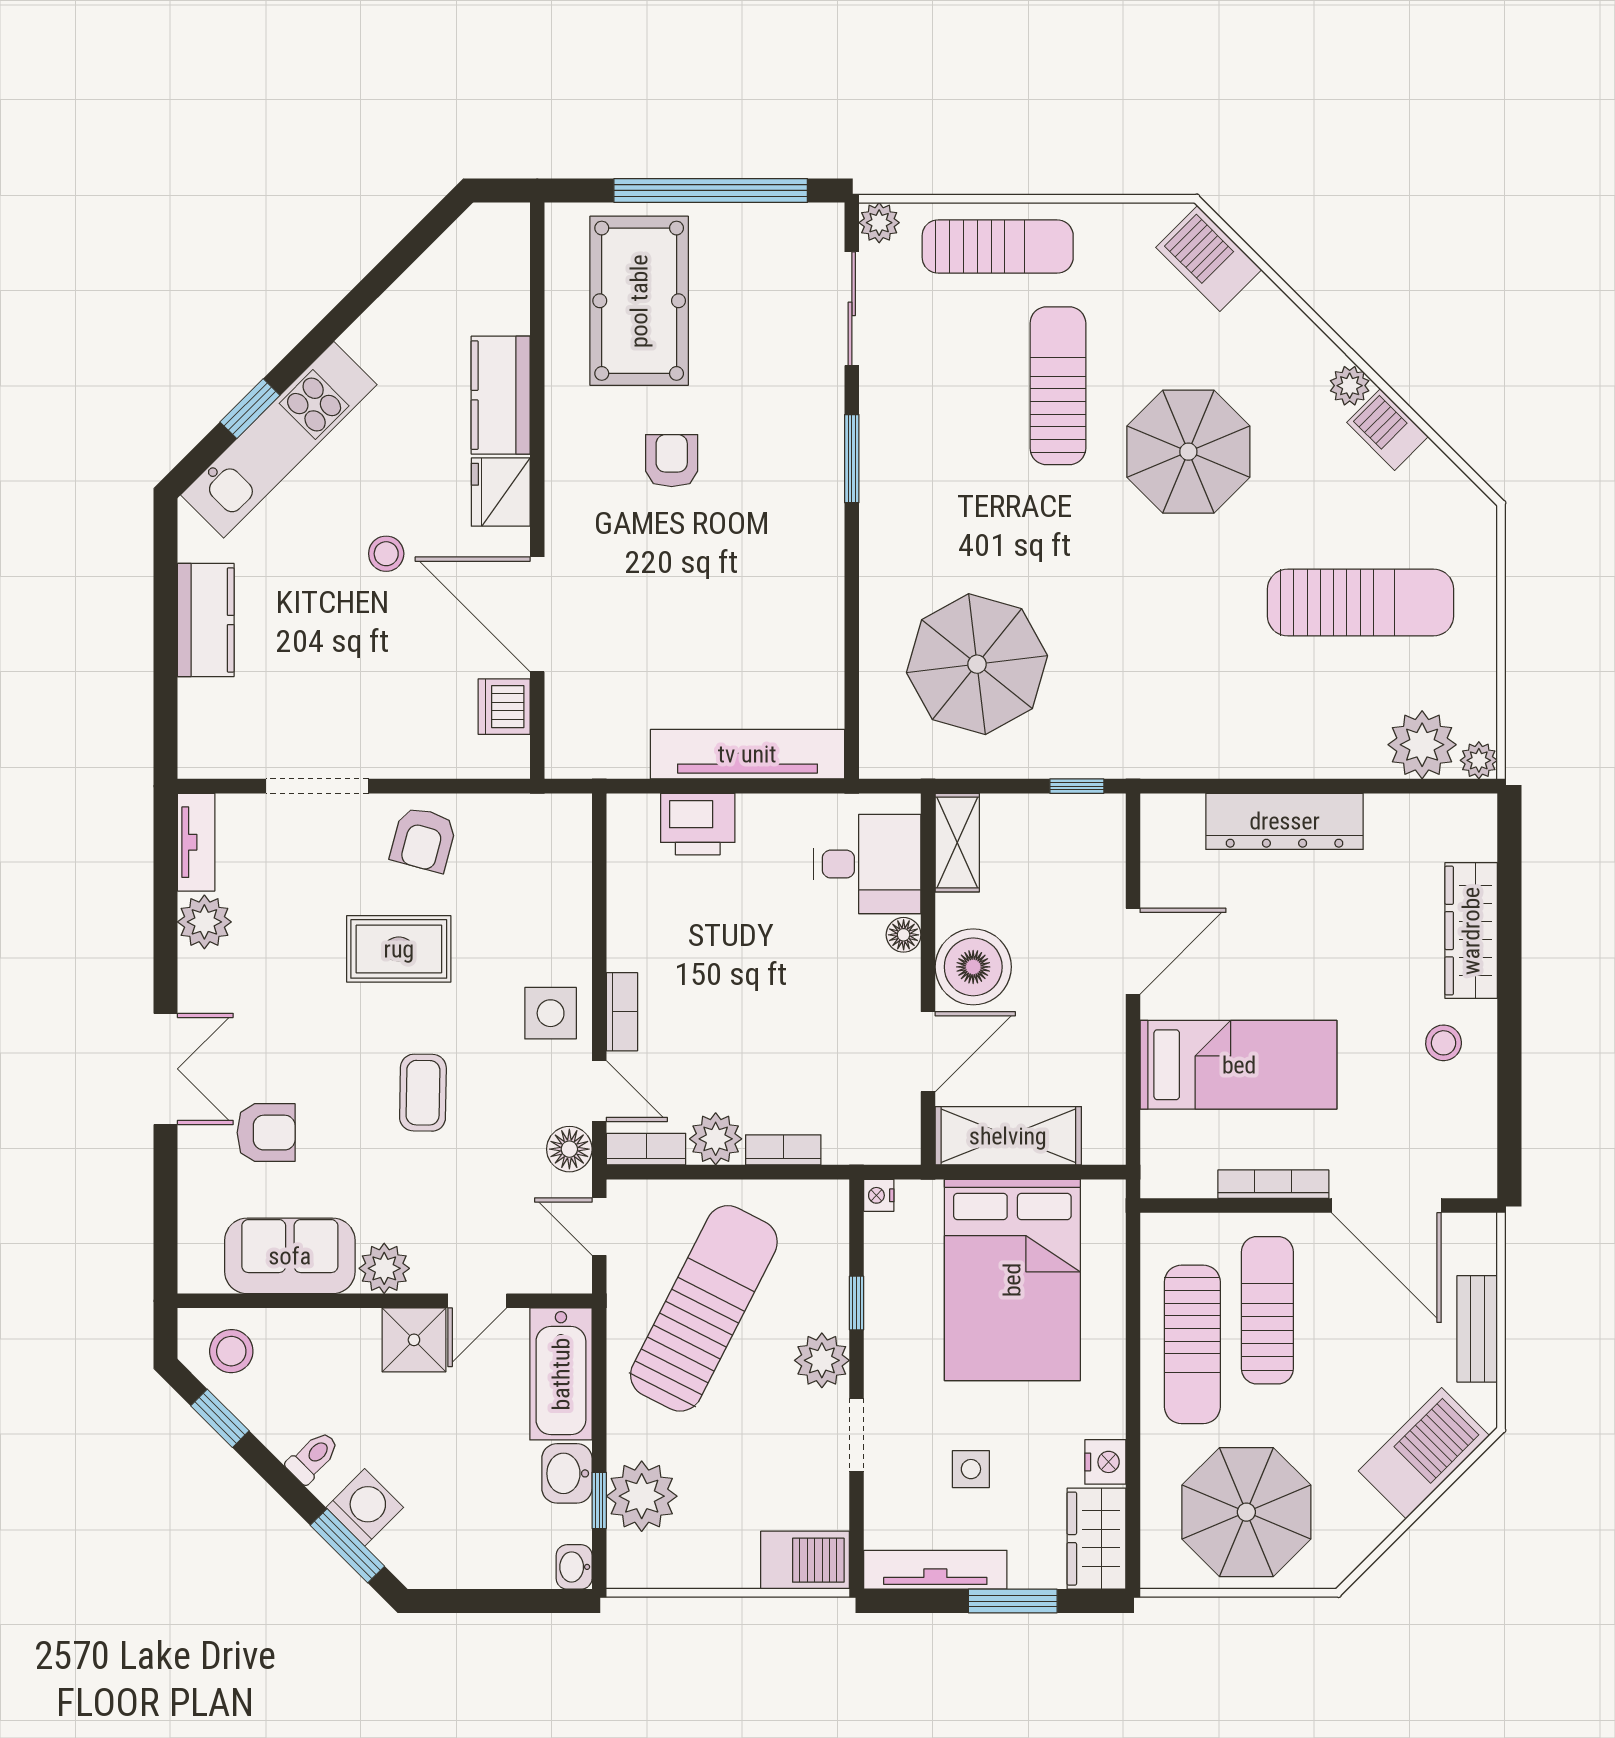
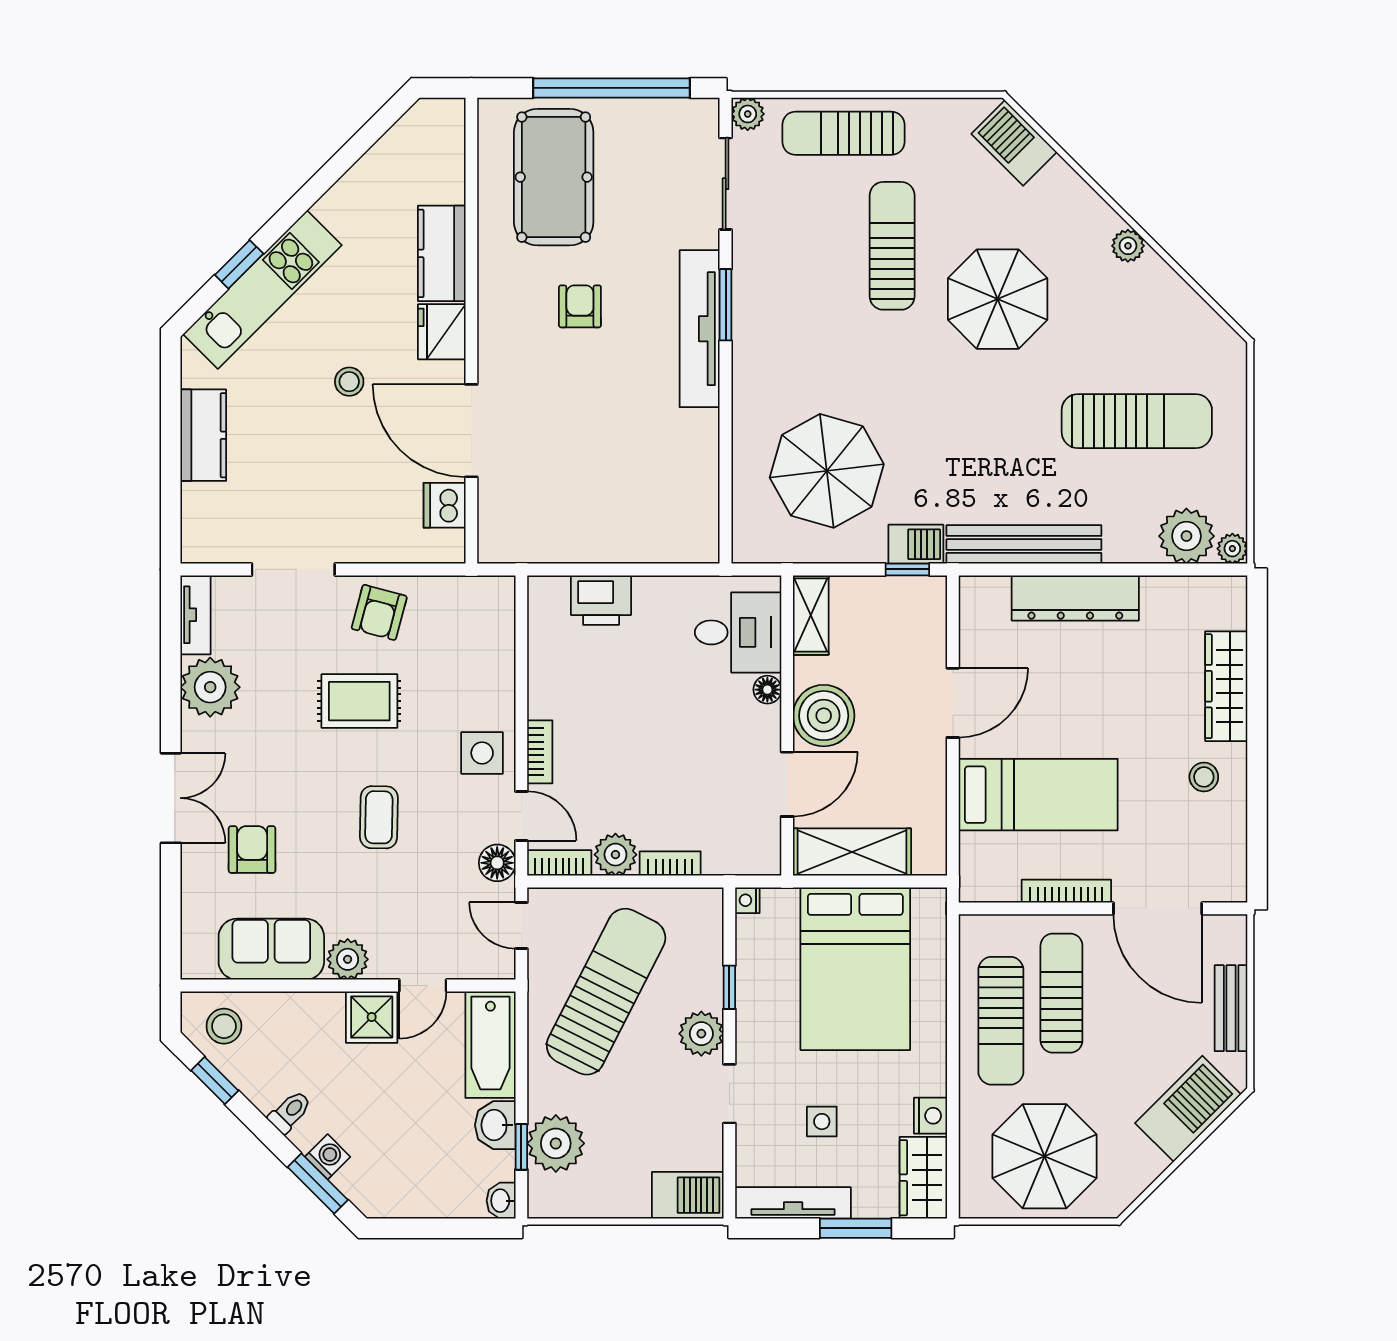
sun lounger: (998, 247) -> (843, 133), turned 180
barbecue: (1388, 429) -> (916, 544), moved, turned 135
tv unit: (747, 754) -> (700, 329), moved, turned -90
bench: (1221, 755) -> (1024, 544), added
plant: (204, 922) -> (210, 687), width x1.36, depth x1.36
armchair: (266, 1133) -> (252, 850), turned -90
washing machine: (365, 1507) -> (328, 1157), width x0.73, depth x0.73

